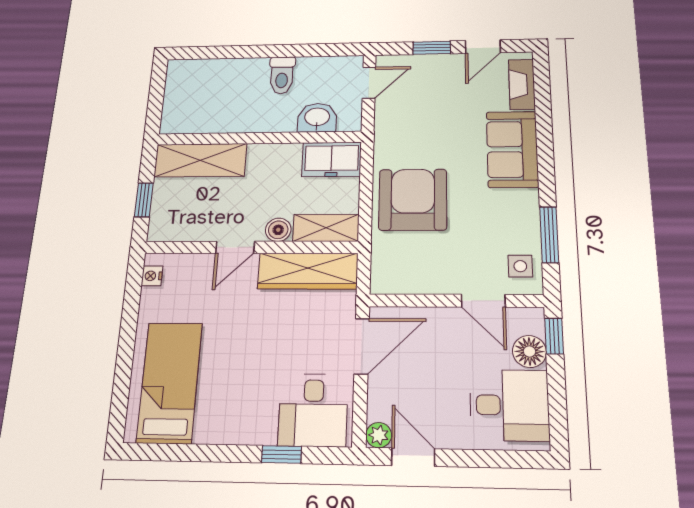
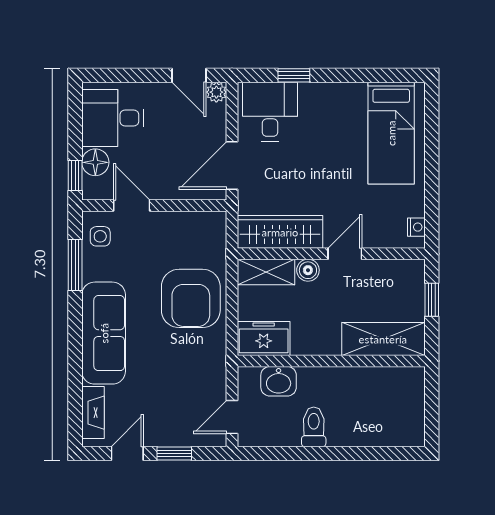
sofa: (512, 149) -> (104, 333), width x1.36

